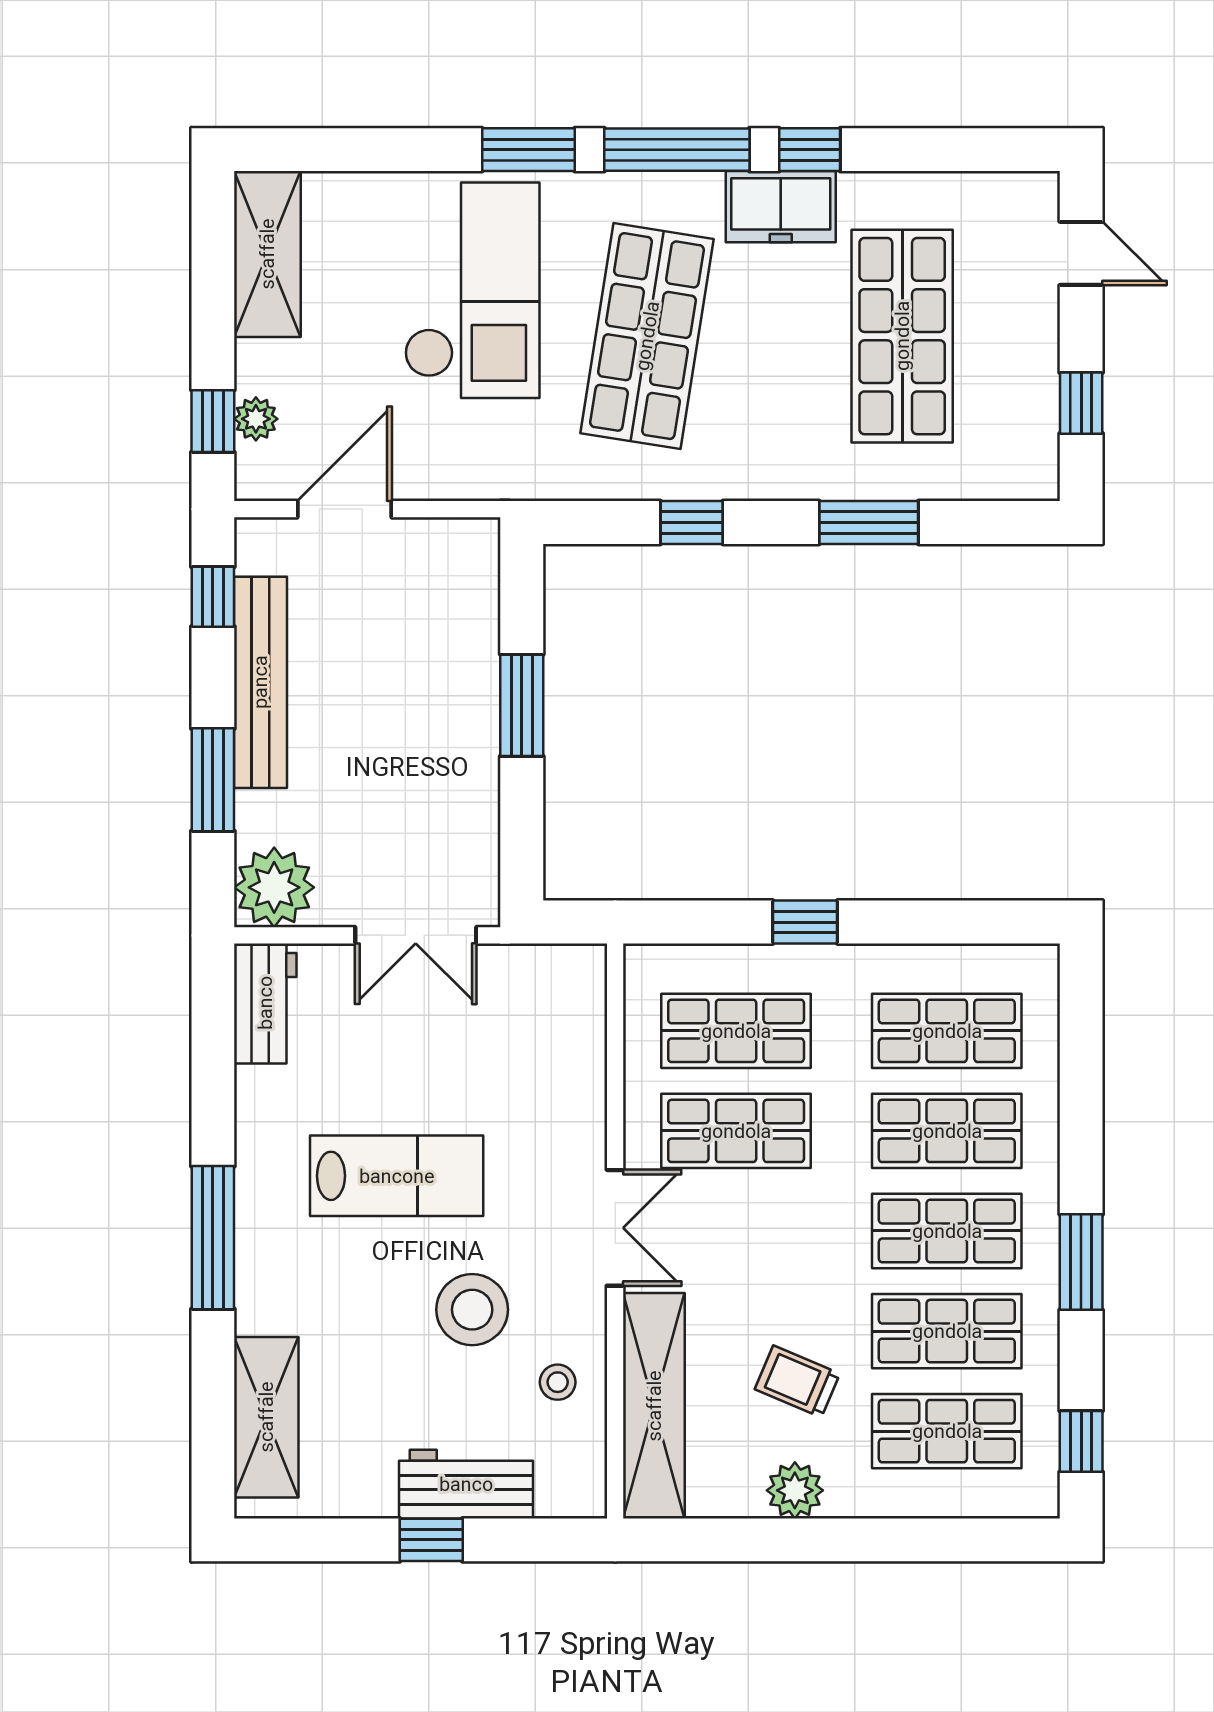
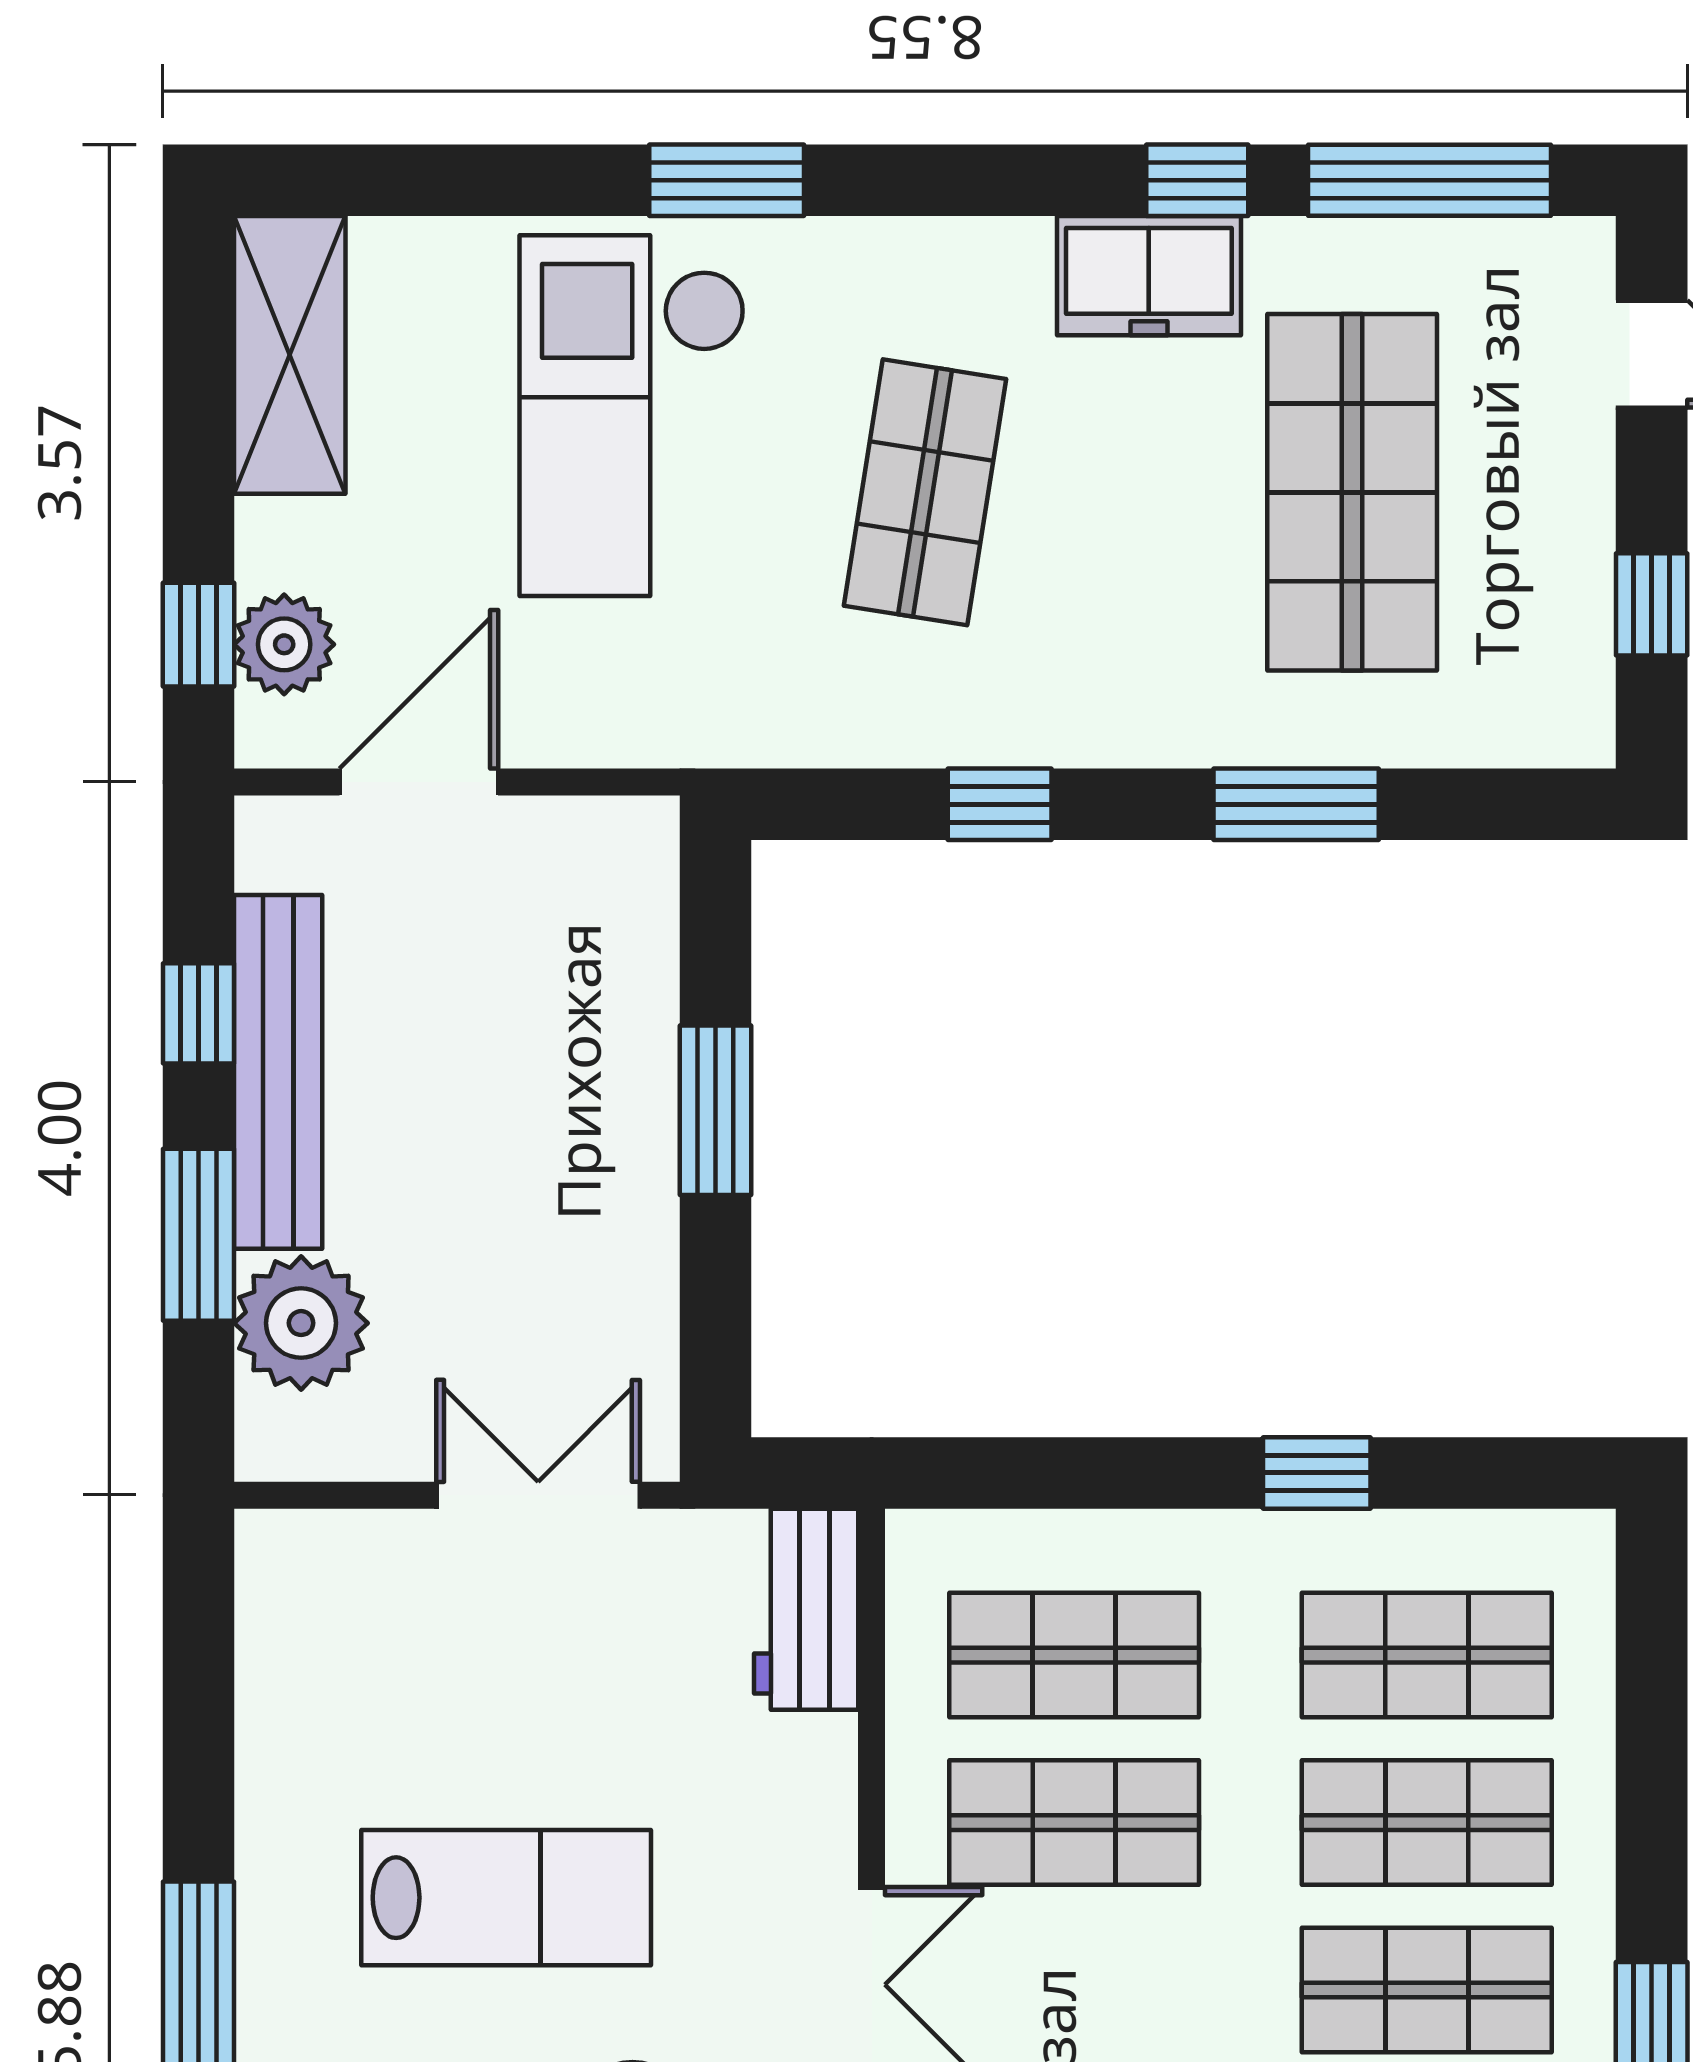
window: (677, 150) -> (1430, 180), moved
checkout: (472, 290) -> (632, 416), turned 180
shop shelf: (647, 336) -> (925, 492), width x0.70, depth x0.74
plant: (256, 419) -> (284, 644), width x1.38, depth x1.38
window: (213, 597) -> (198, 1013), moved
plant: (274, 887) -> (301, 1323), moved
window: (805, 922) -> (1317, 1473), moved
double door: (416, 935) -> (538, 1495), swing flipped
workbench: (265, 1003) -> (806, 1609), moved, turned 180

